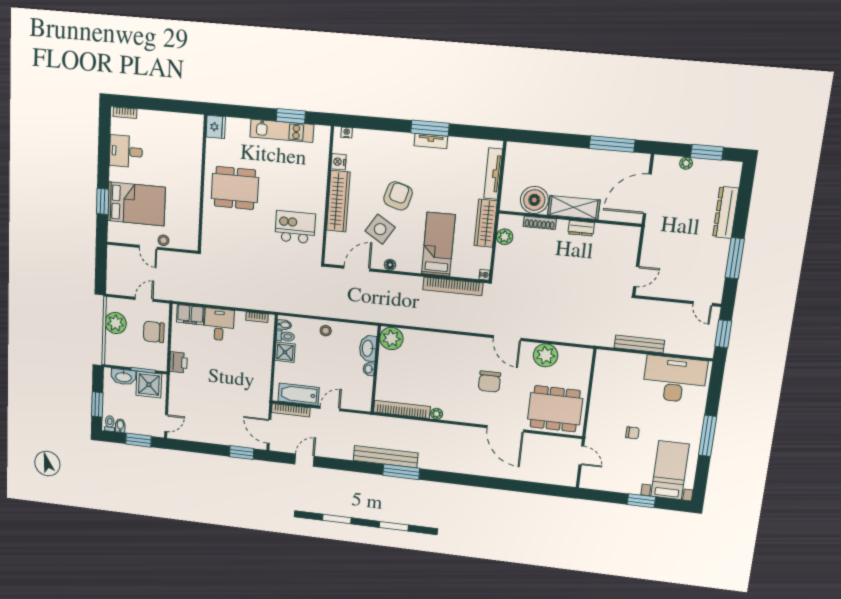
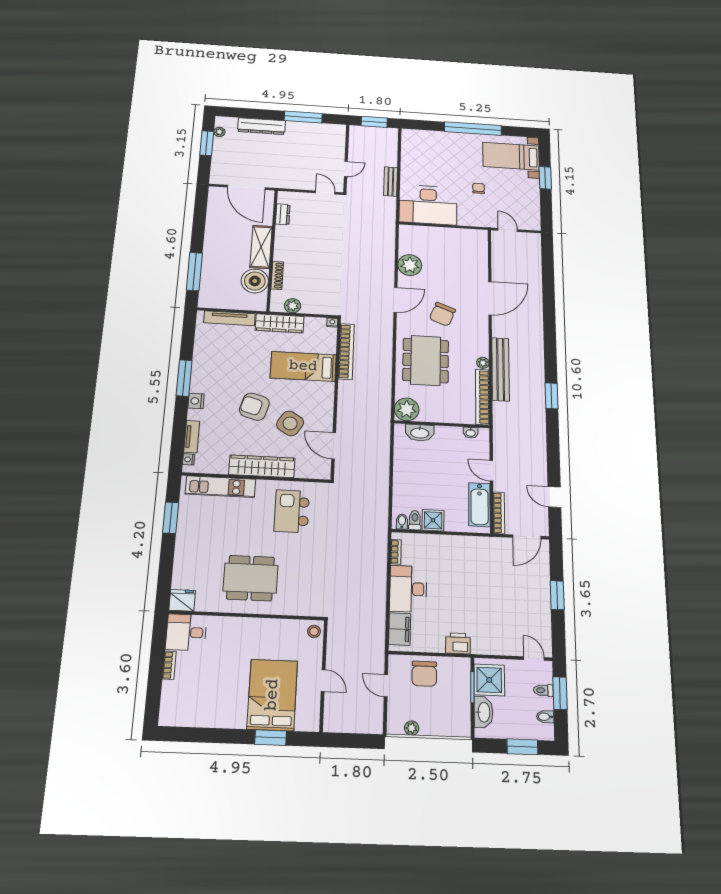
bookcase: (125, 113) -> (169, 665), moved
kitchen unit: (282, 131) -> (220, 487), moved, turned 90
tv unit: (431, 141) -> (192, 437), moved
window: (612, 144) -> (194, 272), moved
desk: (126, 151) -> (186, 632), moved, turned 90
nightstand: (339, 162) -> (196, 401), moved, turned 90
plant: (686, 163) -> (219, 132), moved
dining table: (235, 188) -> (250, 578), turned 90
dresser: (581, 228) -> (283, 214), moved
stool: (163, 240) -> (314, 631), moved
door: (148, 247) -> (323, 681), hinge flipped
floor lamp: (390, 265) -> (328, 413), removed
door: (703, 304) -> (346, 169), moved
plant: (116, 323) -> (412, 728), width x0.53, depth x0.53
desk: (219, 324) -> (408, 589), width x1.37
stool: (326, 331) -> (404, 477), removed
bench: (639, 344) -> (391, 182), width x0.73
washbasin: (369, 369) -> (471, 433), moved
desk: (675, 379) -> (428, 205), moved, turned -90
chair: (489, 382) -> (442, 314), turned 111
dining table: (555, 409) -> (426, 360), moved
toilet: (110, 423) -> (543, 690), moved
window: (708, 436) -> (473, 129), width x1.46
window: (242, 453) -> (557, 595), moved
door: (581, 455) -> (508, 230), hinge flipped
bench: (386, 457) -> (501, 369), moved
window: (401, 472) -> (552, 396), width x0.69

